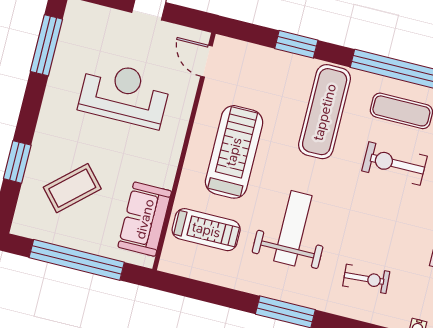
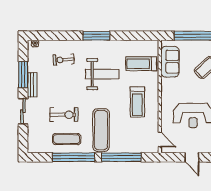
window: (296, 44) -> (121, 157), width x2.11
treadmill: (234, 152) -> (137, 102), width x0.73, depth x0.73
weight bench: (293, 228) -> (102, 74), turned -90

